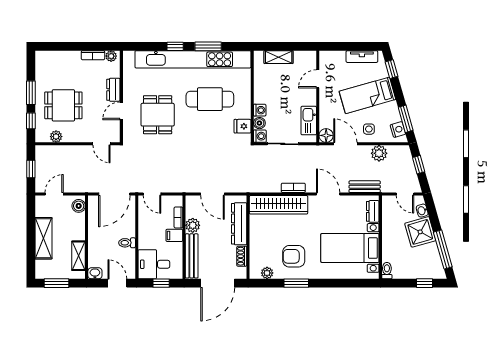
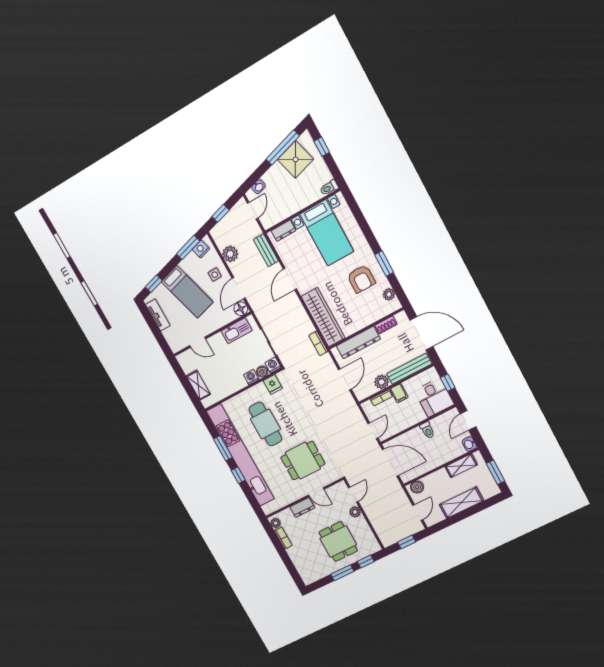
plant: (56, 137) -> (355, 512), moved
bookcase: (293, 188) -> (318, 343), moved
door: (54, 194) -> (418, 512), swing flipped
shower: (420, 232) -> (295, 159), moved

